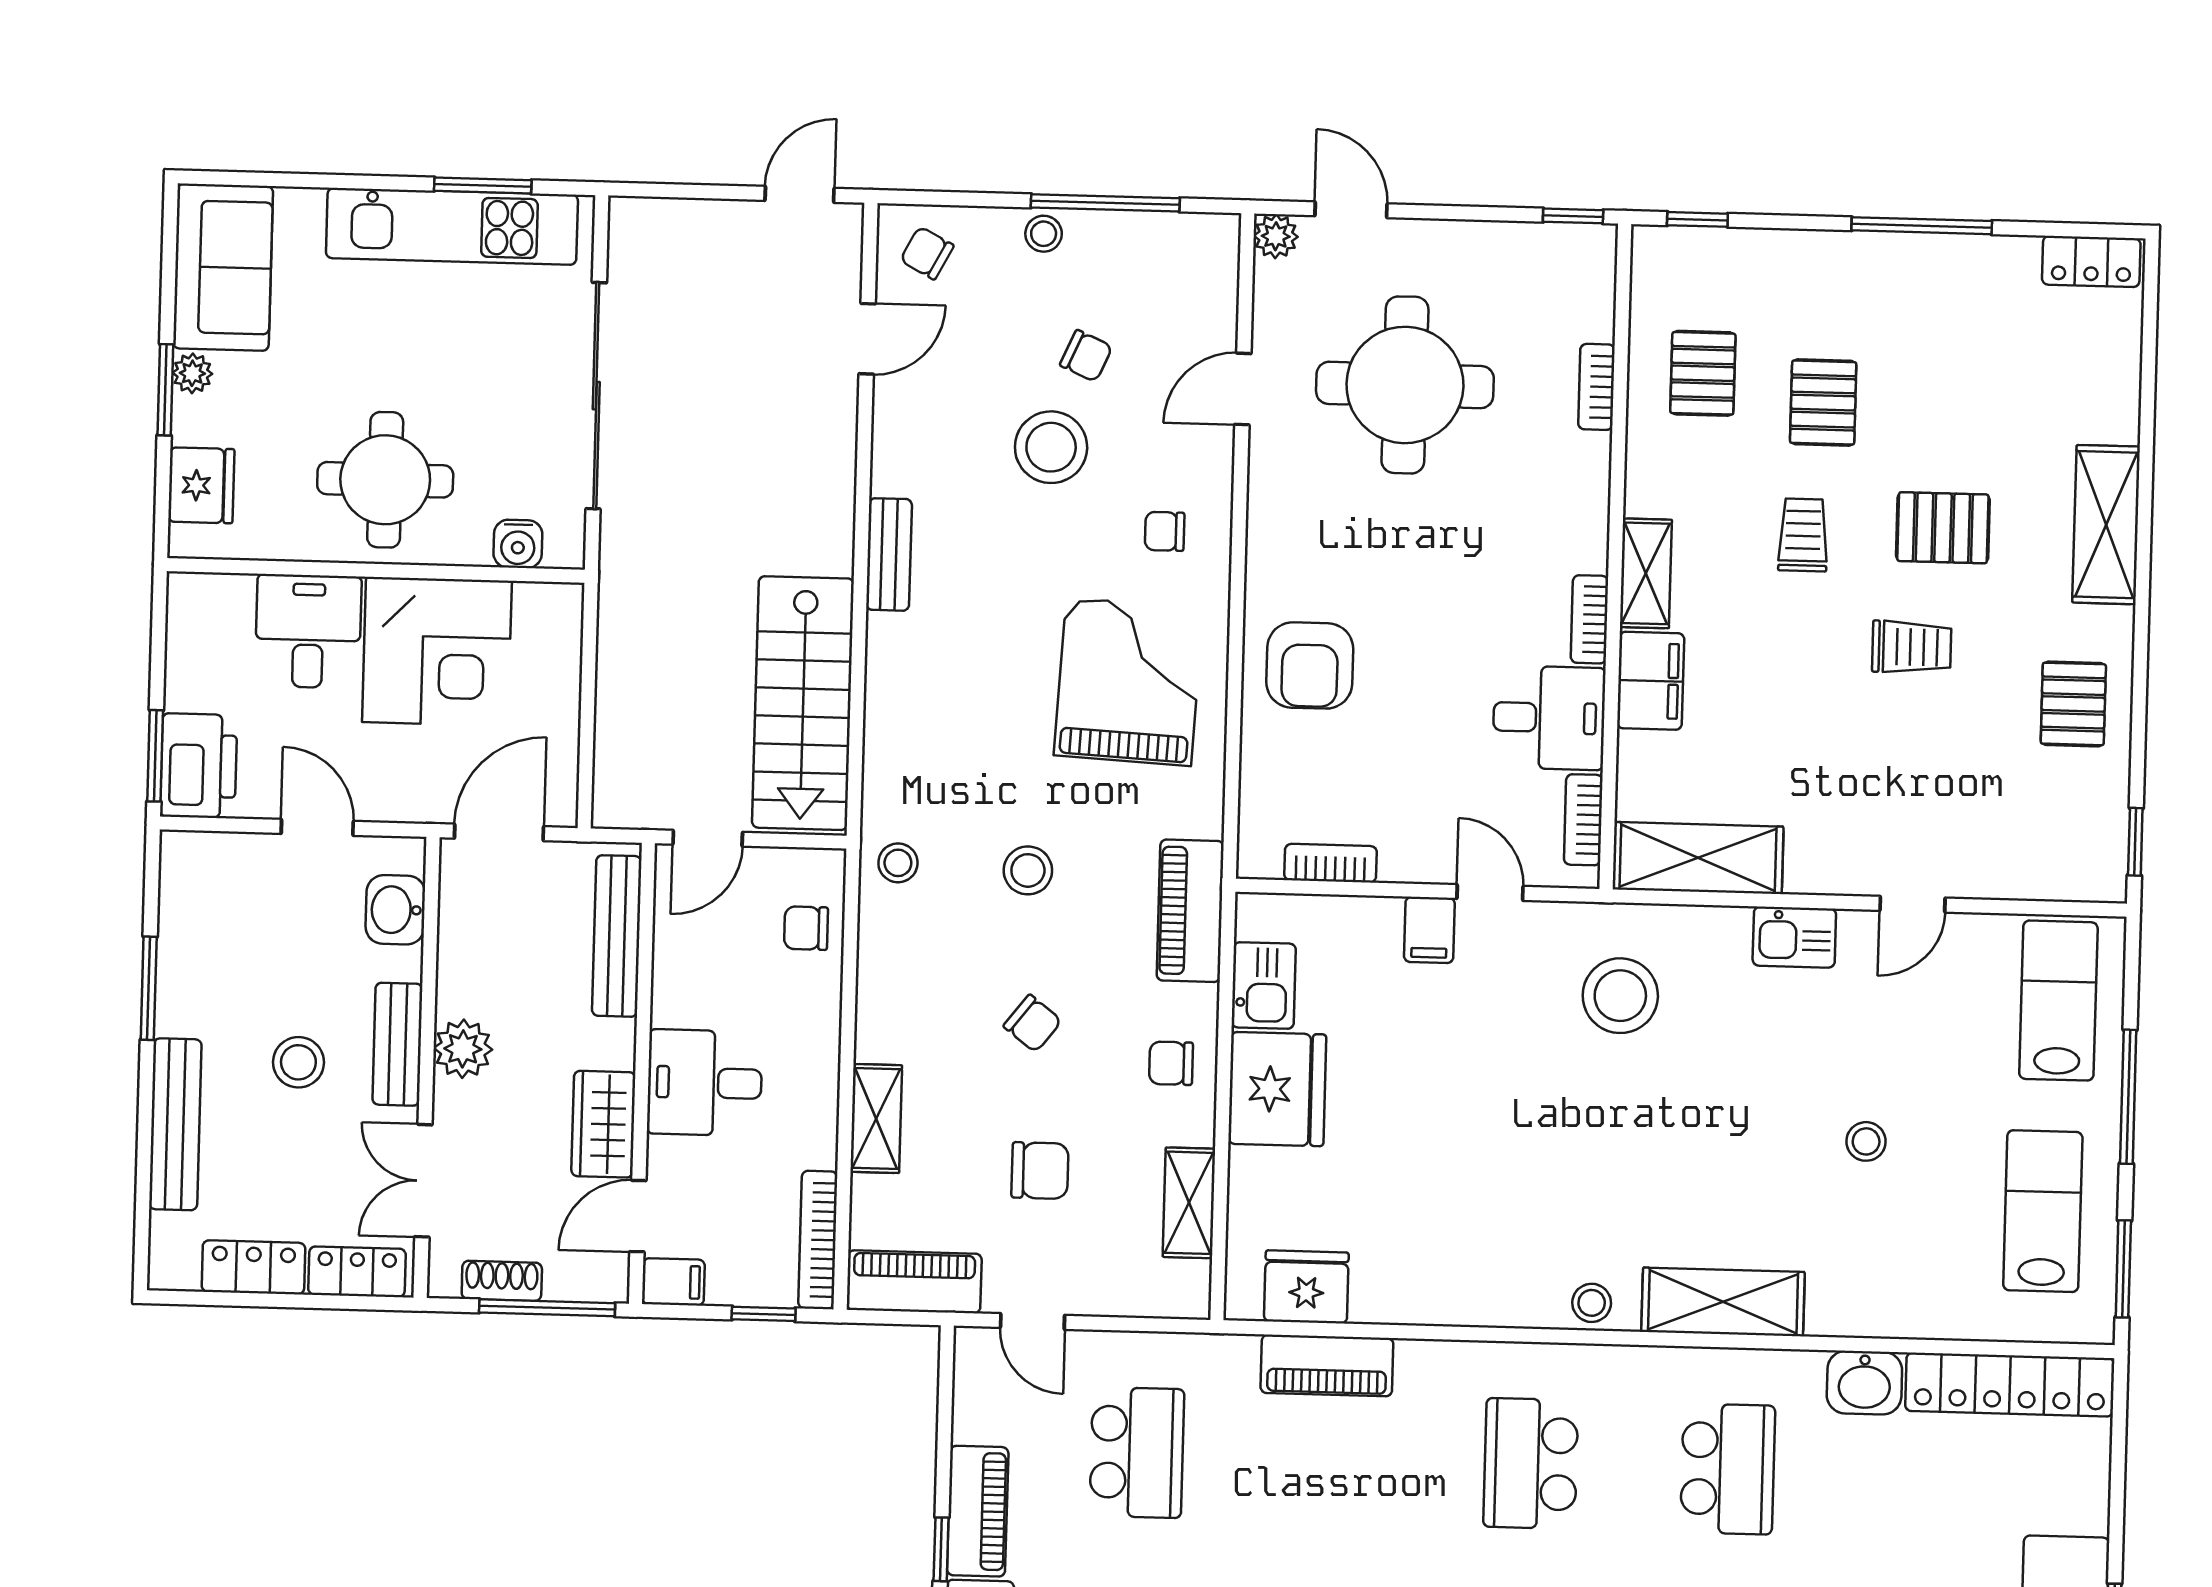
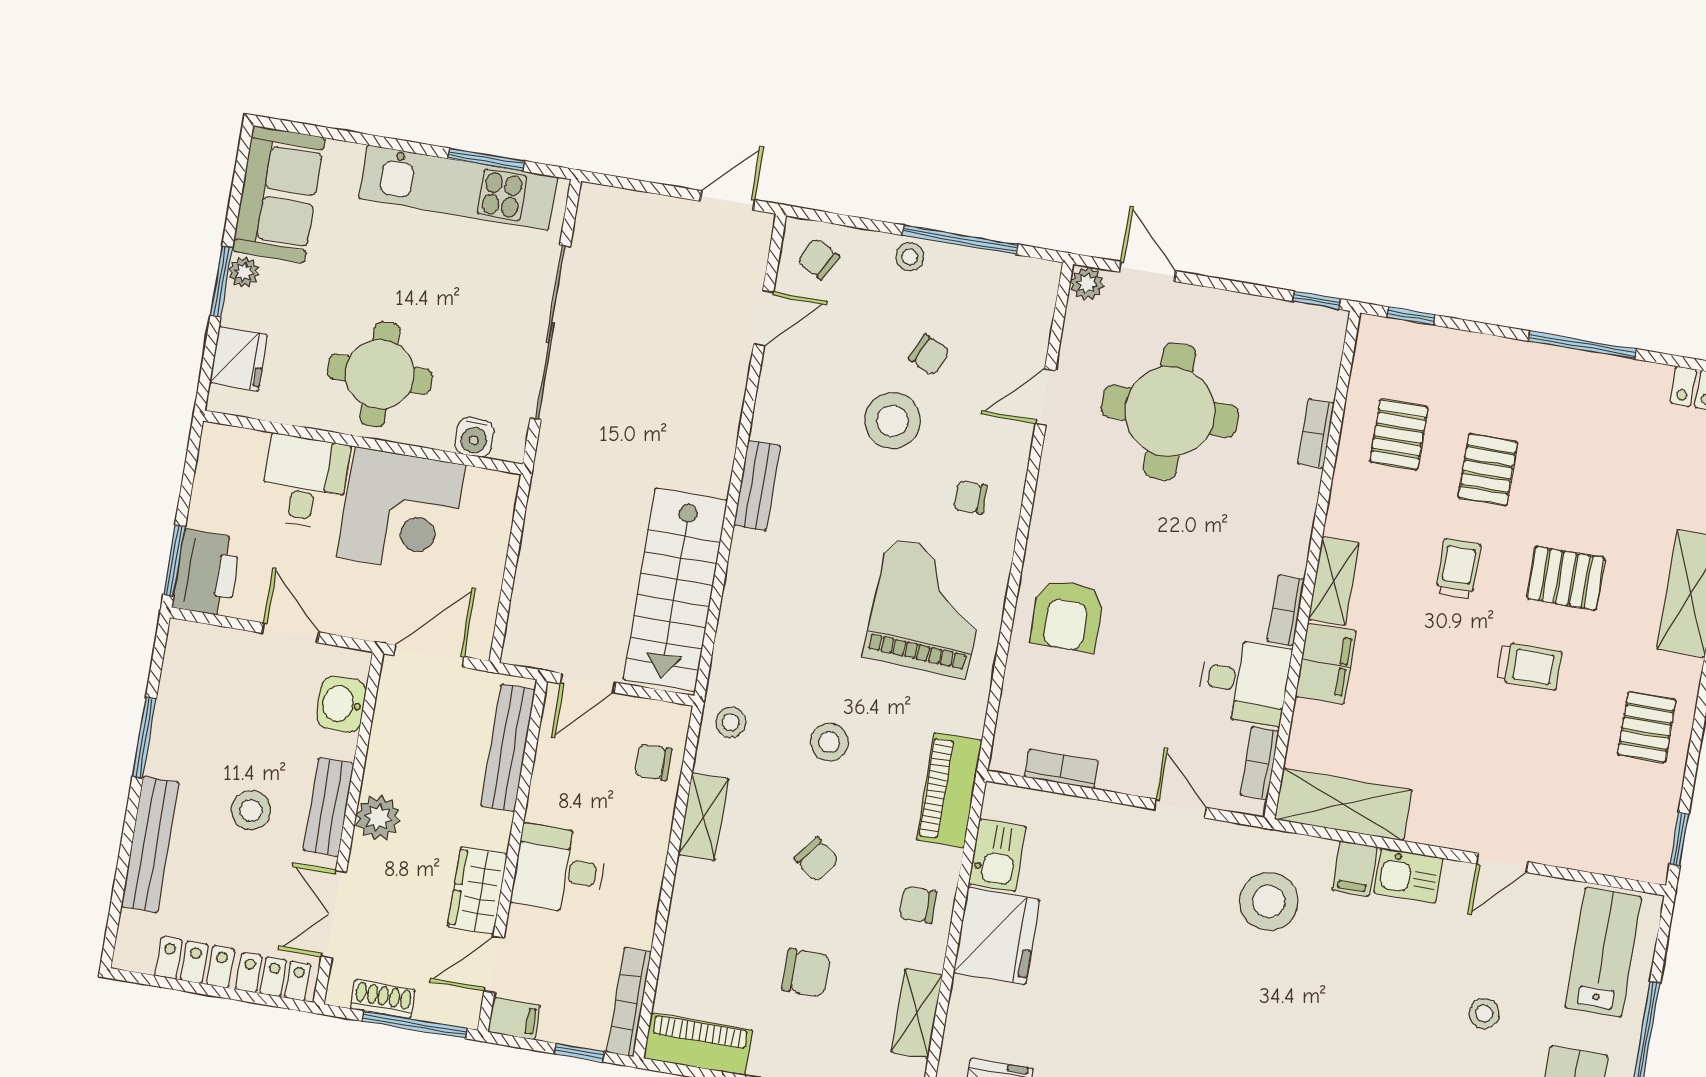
filing cabinet: (1429, 930) -> (1355, 869), moved
shelving: (876, 1119) -> (703, 817), moved
stool: (1866, 1141) -> (1484, 1014), moved

